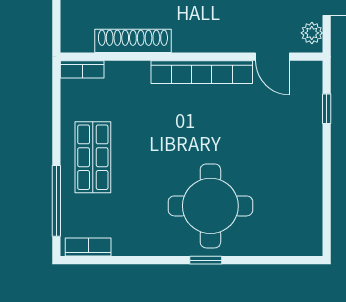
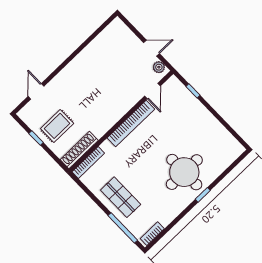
shoe rack: (133, 41) -> (79, 150), moved
door: (272, 57) -> (152, 91), hinge flipped
bookcase: (82, 69) -> (88, 163), width x1.56

